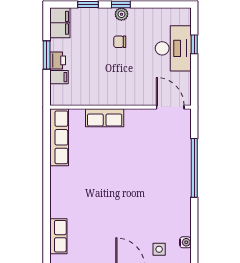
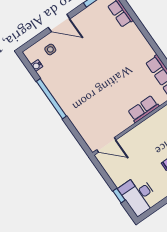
desk: (173, 48) -> (139, 195), moved
window: (194, 168) -> (51, 99), moved

